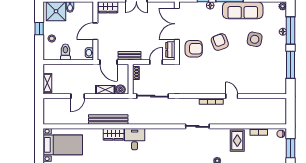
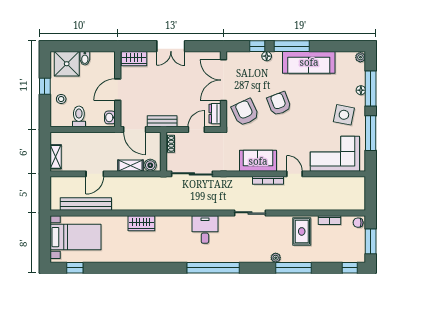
side table: (255, 39) -> (344, 115), moved
armchair: (194, 49) -> (245, 112), turned -115
corner sofa: (263, 81) -> (335, 154), added
sofa: (204, 86) -> (258, 161), added
bench: (108, 119) -> (86, 204), moved
desk: (135, 139) -> (205, 230), moved

